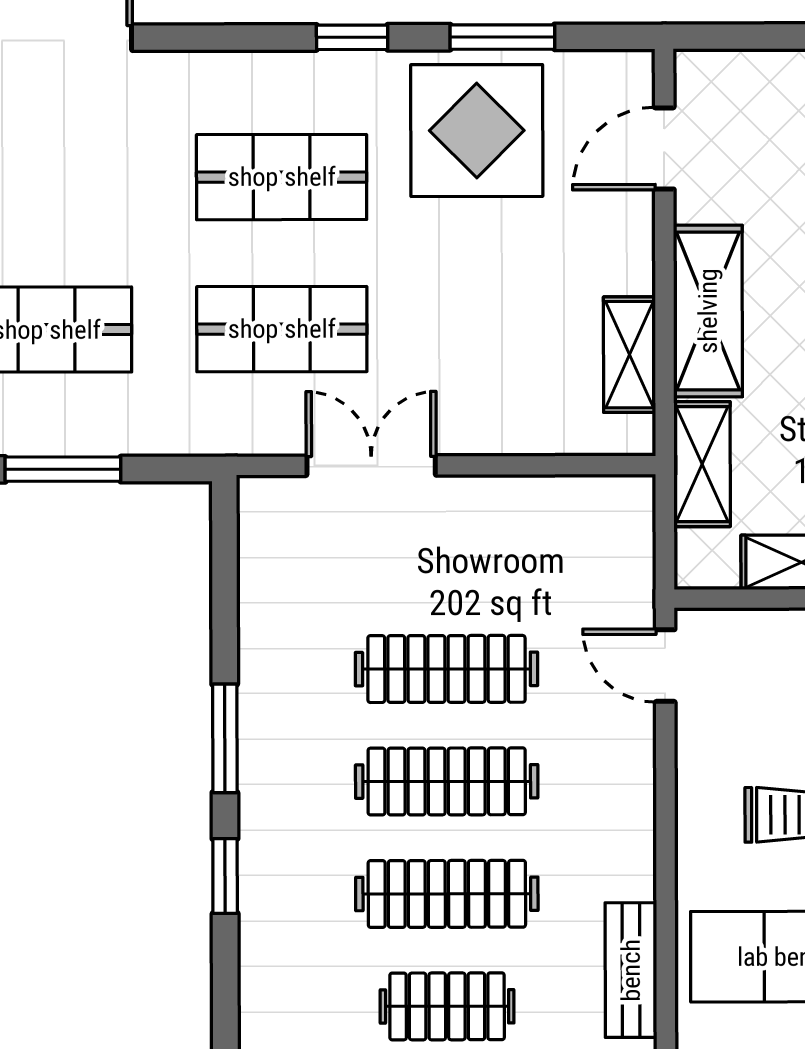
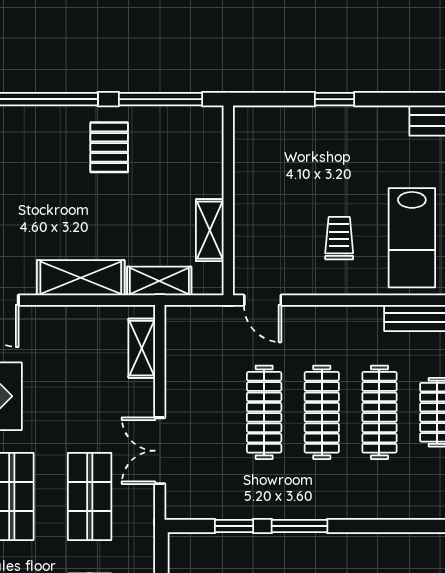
shelving: (630, 355) -> (142, 348), moved, turned 90
door: (665, 666) -> (263, 300), hinge flipped
window: (225, 876) -> (234, 526), moved

